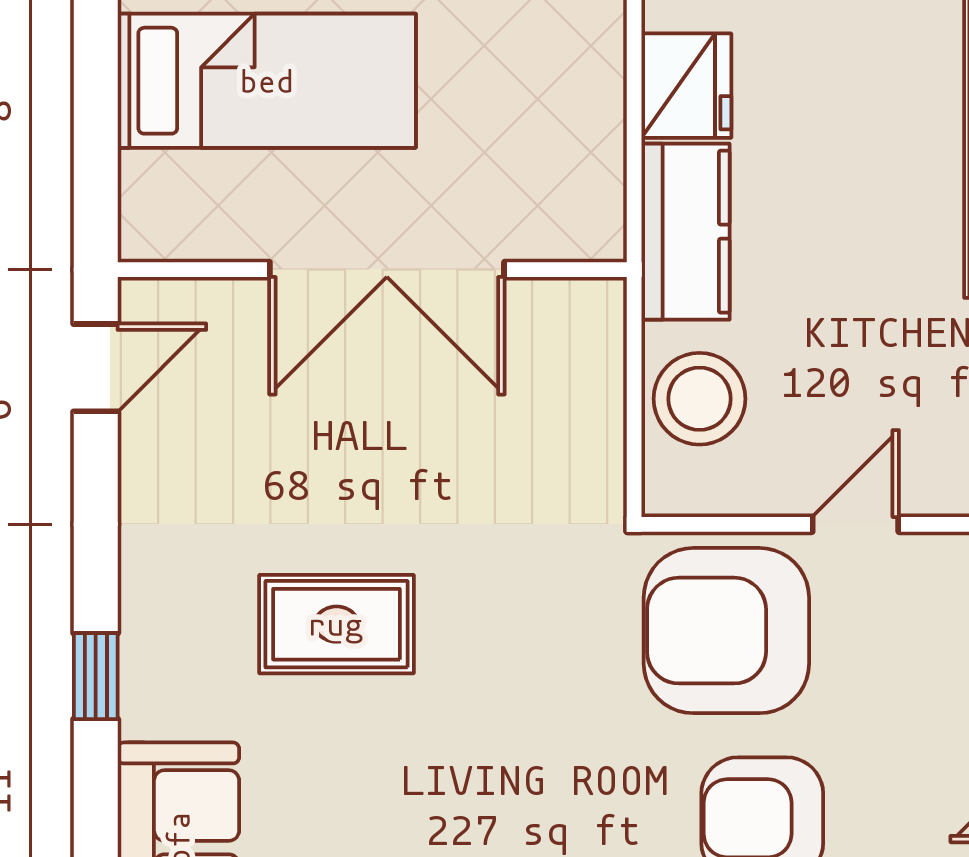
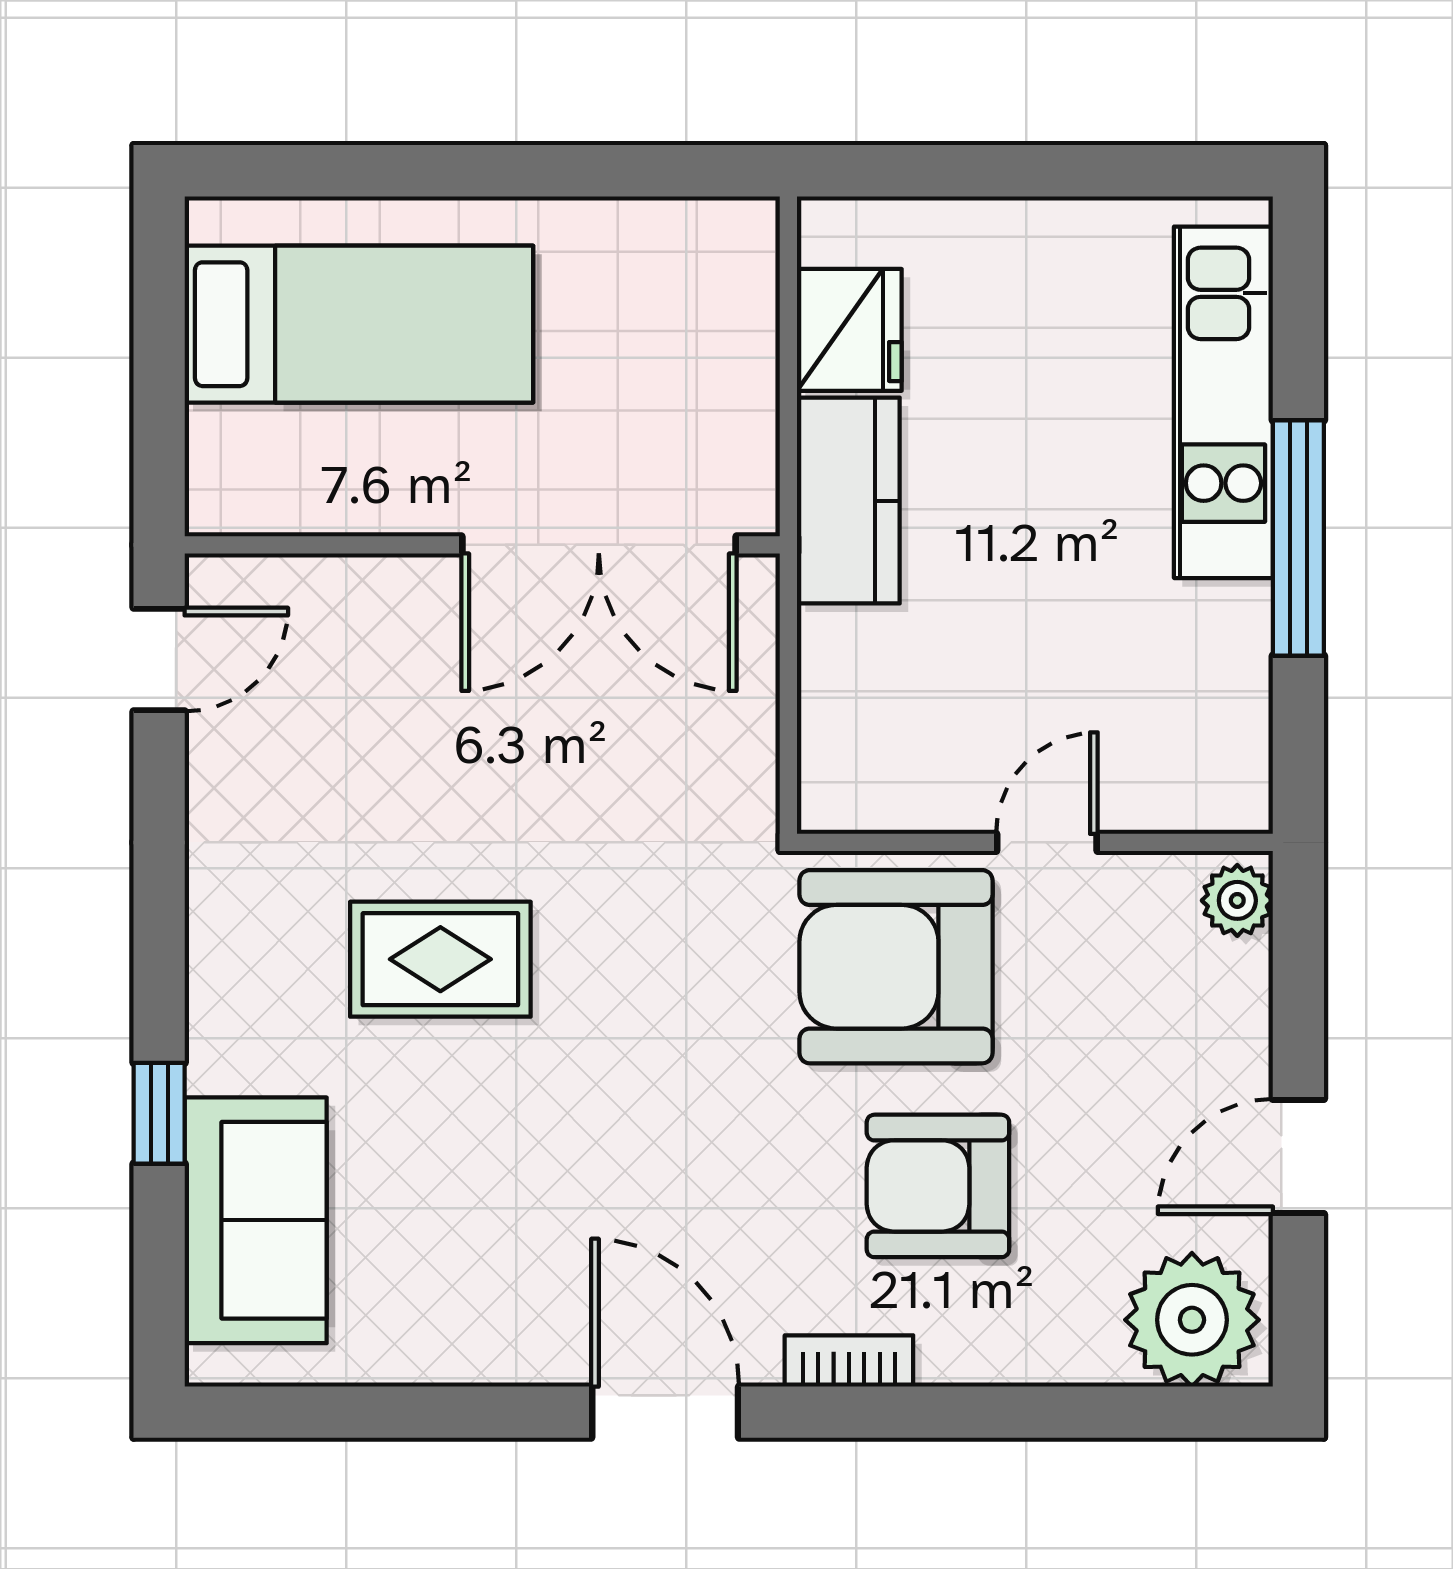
double door: (387, 270) -> (599, 545), moved
stool: (699, 399) -> (865, 696), removed
window: (96, 676) -> (159, 1113), moved

